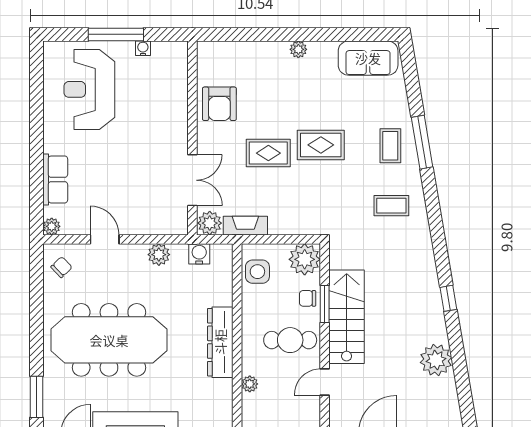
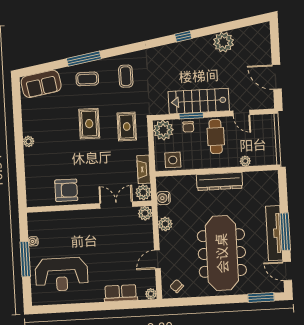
sofa: (368, 58) -> (41, 84), moved, turned 80
rug: (268, 153) -> (127, 127), moved
plant: (177, 224) -> (145, 213), added

